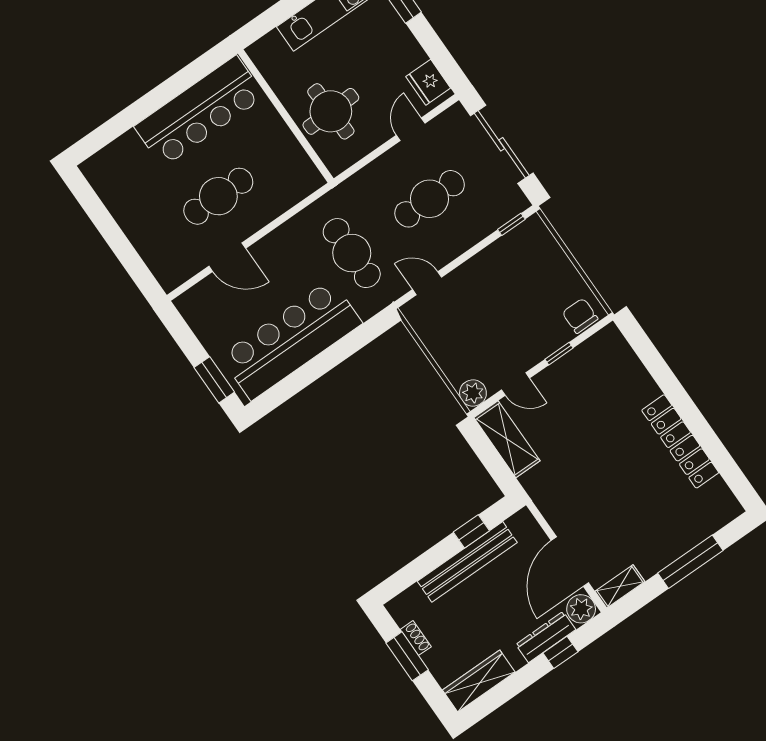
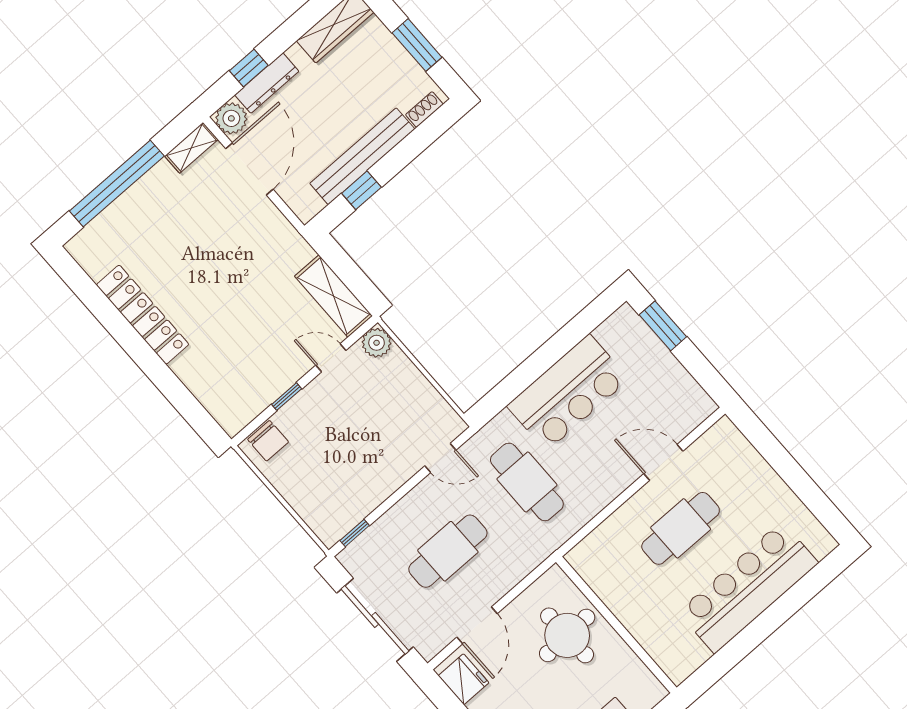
bar counter: (199, 111) -> (748, 587), moved
door: (411, 129) -> (477, 625), width x1.38
bar counter: (291, 340) -> (568, 393), width x0.73
window: (690, 562) -> (117, 183), width x1.46
shoe rack: (416, 638) -> (424, 109), moved, turned 90

